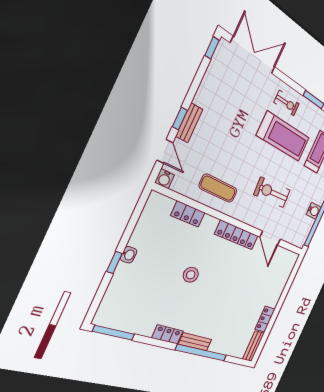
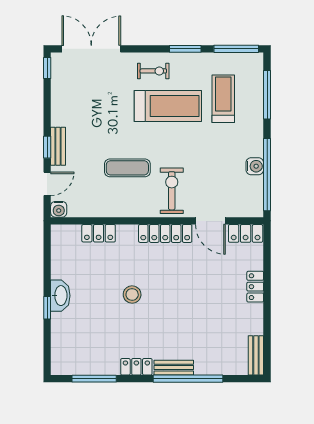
door: (165, 151) -> (47, 184), hinge flipped
exercise mat: (218, 188) -> (127, 168), moved
exercise bike: (272, 192) -> (172, 191), moved, turned 93
washbasin: (129, 255) -> (60, 296), width x1.91, depth x1.45
locker: (287, 256) -> (246, 233), added
locker: (265, 319) -> (255, 287), moved
window: (114, 333) -> (94, 379), moved

